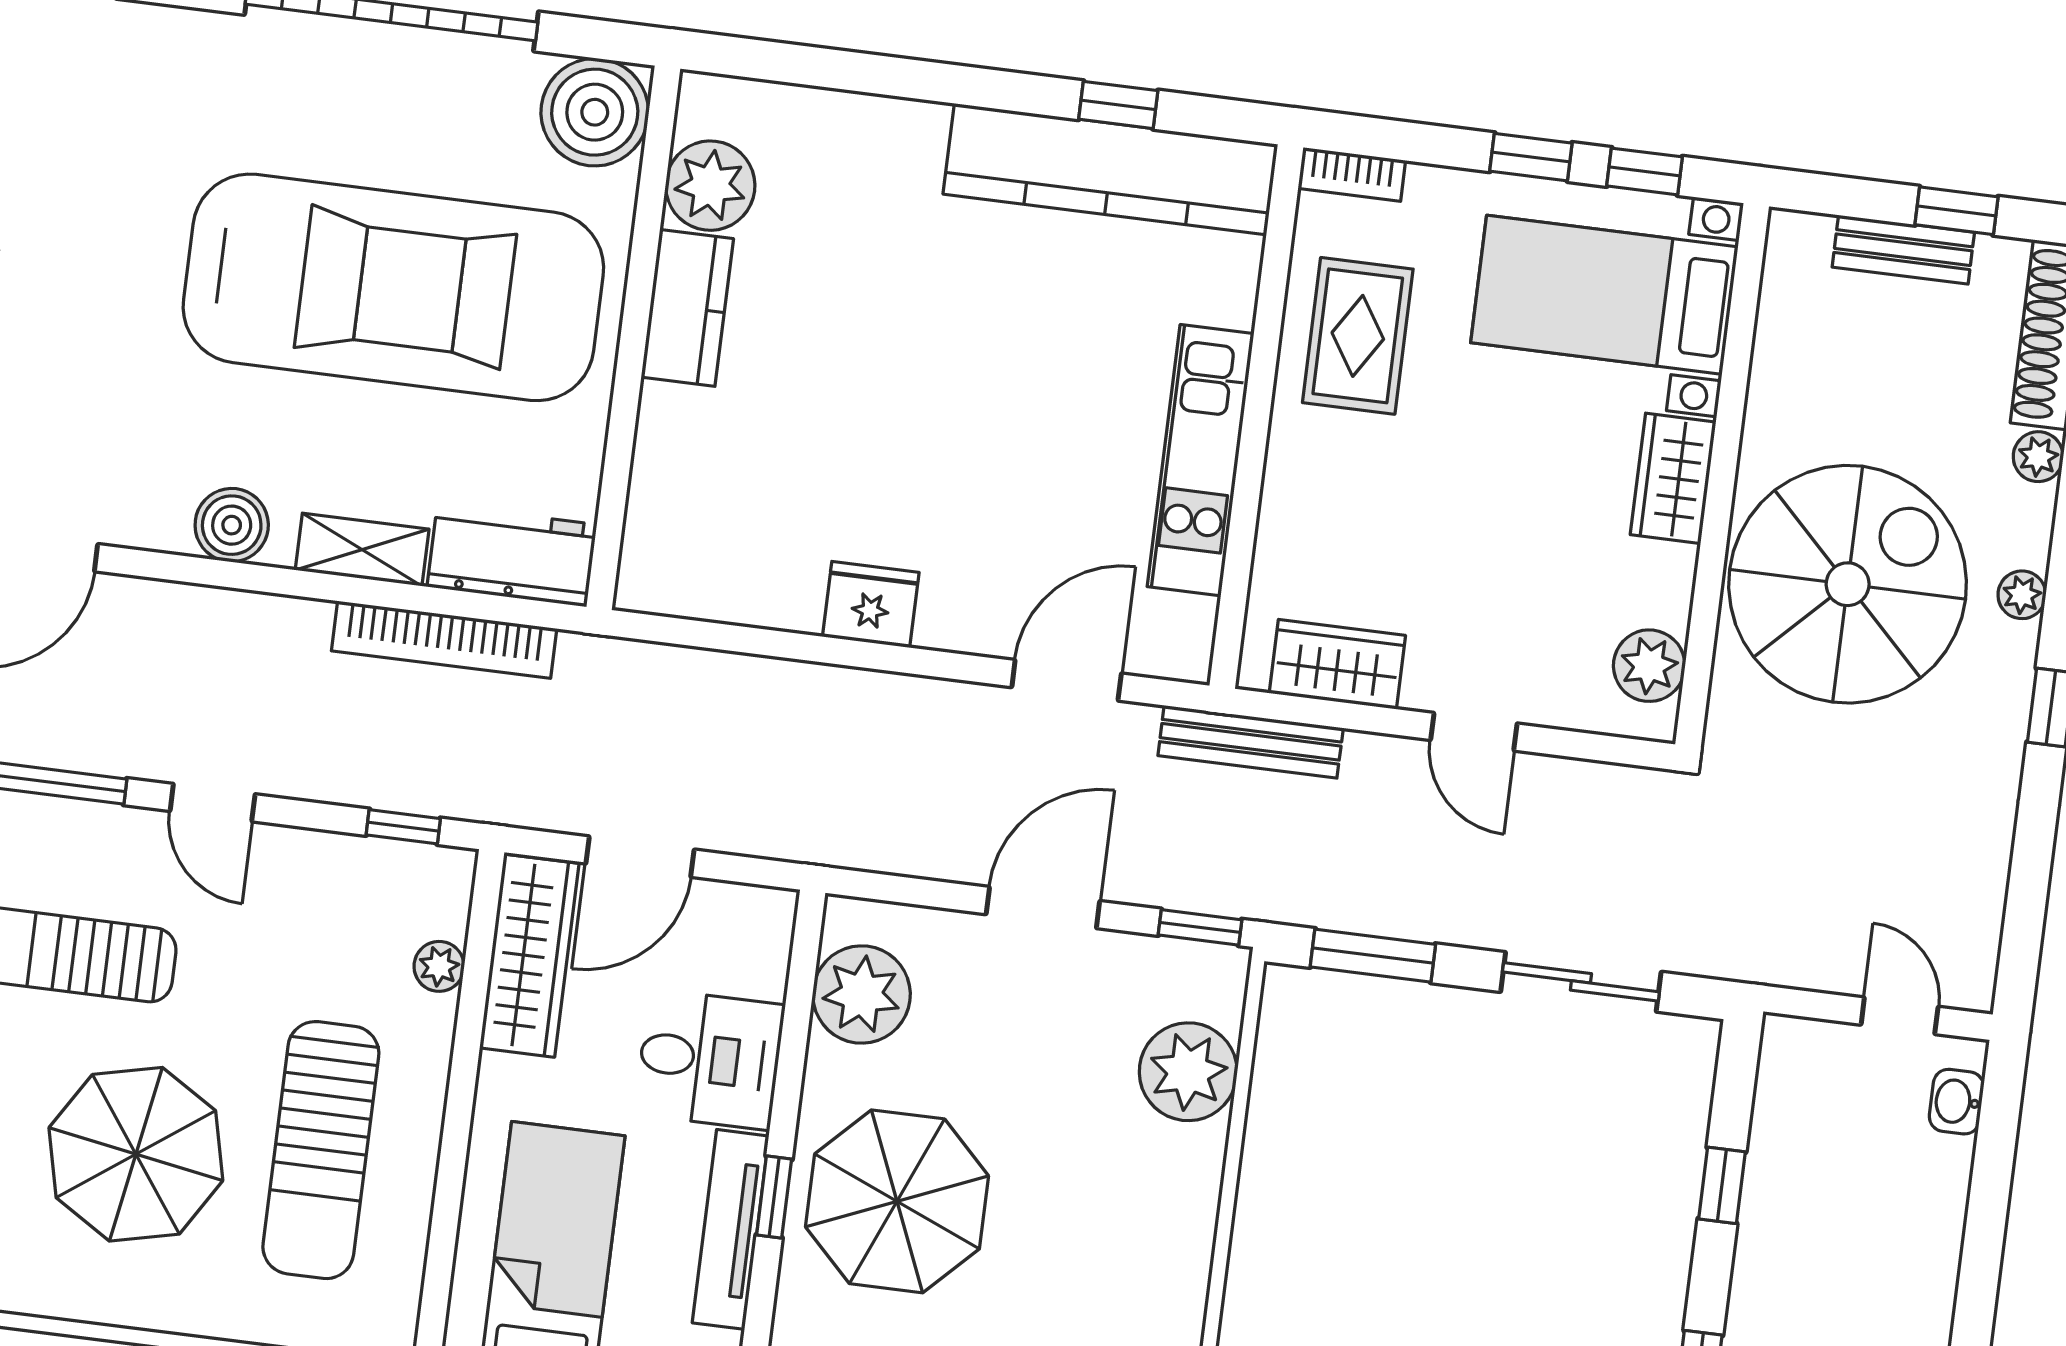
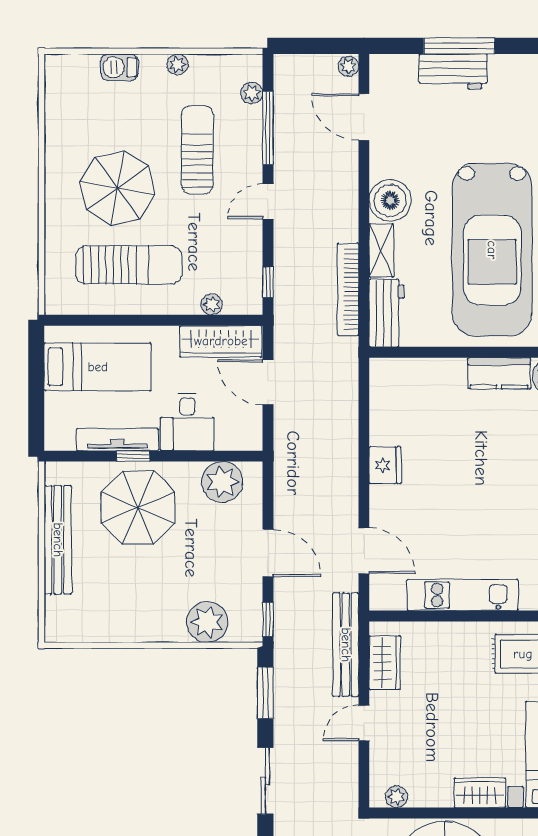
boiler: (232, 525) -> (390, 200), width x1.37, depth x1.37
plant: (1649, 666) -> (397, 797), width x0.73, depth x0.73
bench: (1251, 742) -> (346, 645), width x1.37, depth x1.21
sun lounger: (321, 1150) -> (129, 265), turned 180

